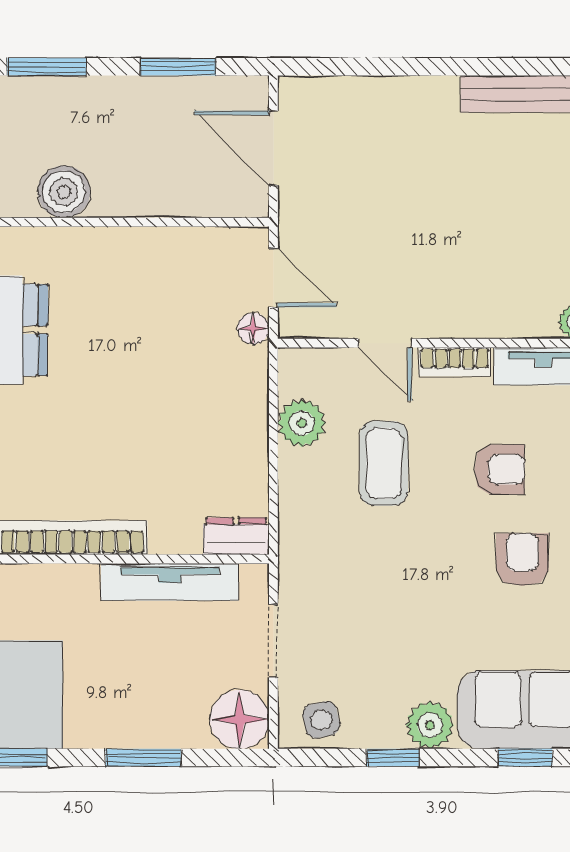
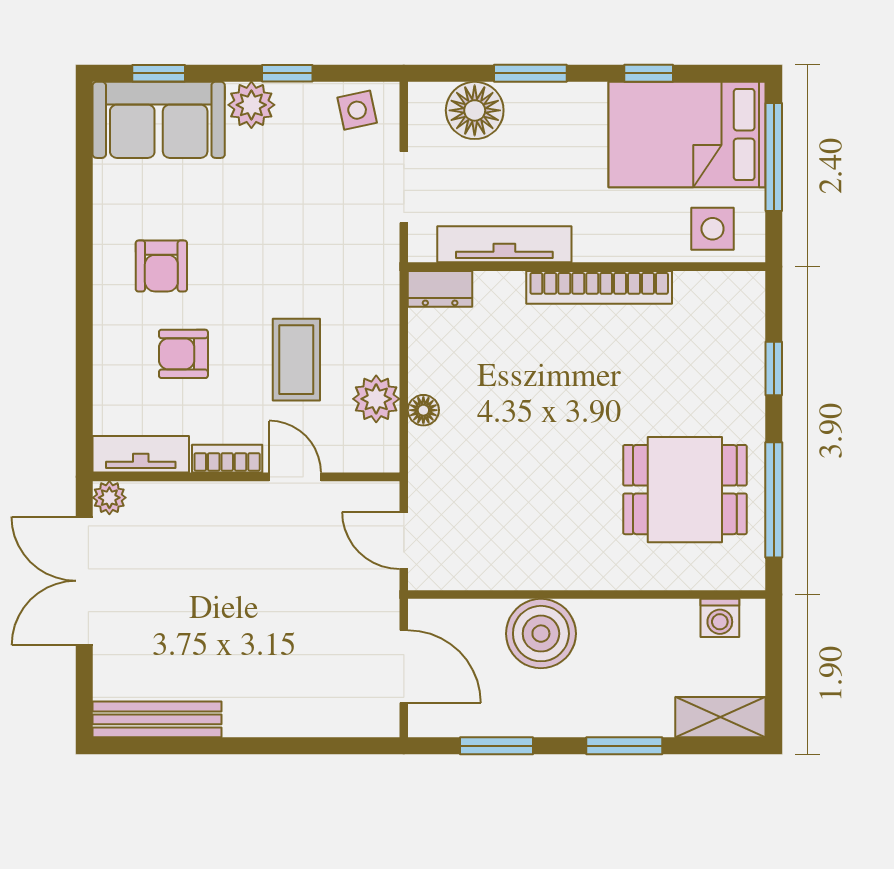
boiler: (64, 192) -> (541, 634), moved, width x1.37, depth x1.37
floor lamp: (253, 328) -> (423, 410), moved
floor lamp: (239, 719) -> (475, 110), moved

